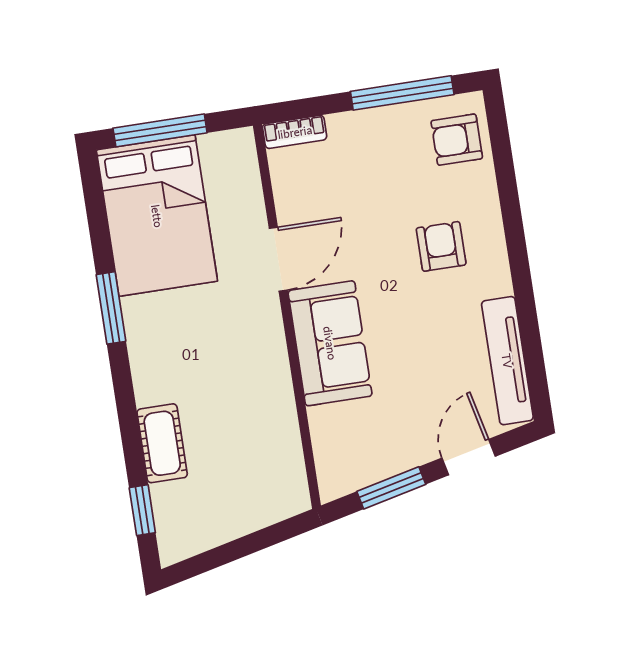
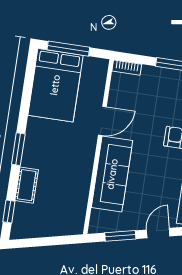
window: (111, 308) -> (18, 149), moved
sofa: (330, 343) -> (112, 174), width x1.36

